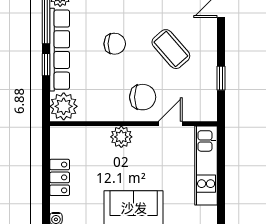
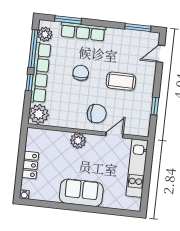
chair: (115, 44) -> (81, 73), turned -91
coffee table: (171, 49) -> (121, 81), turned -49

